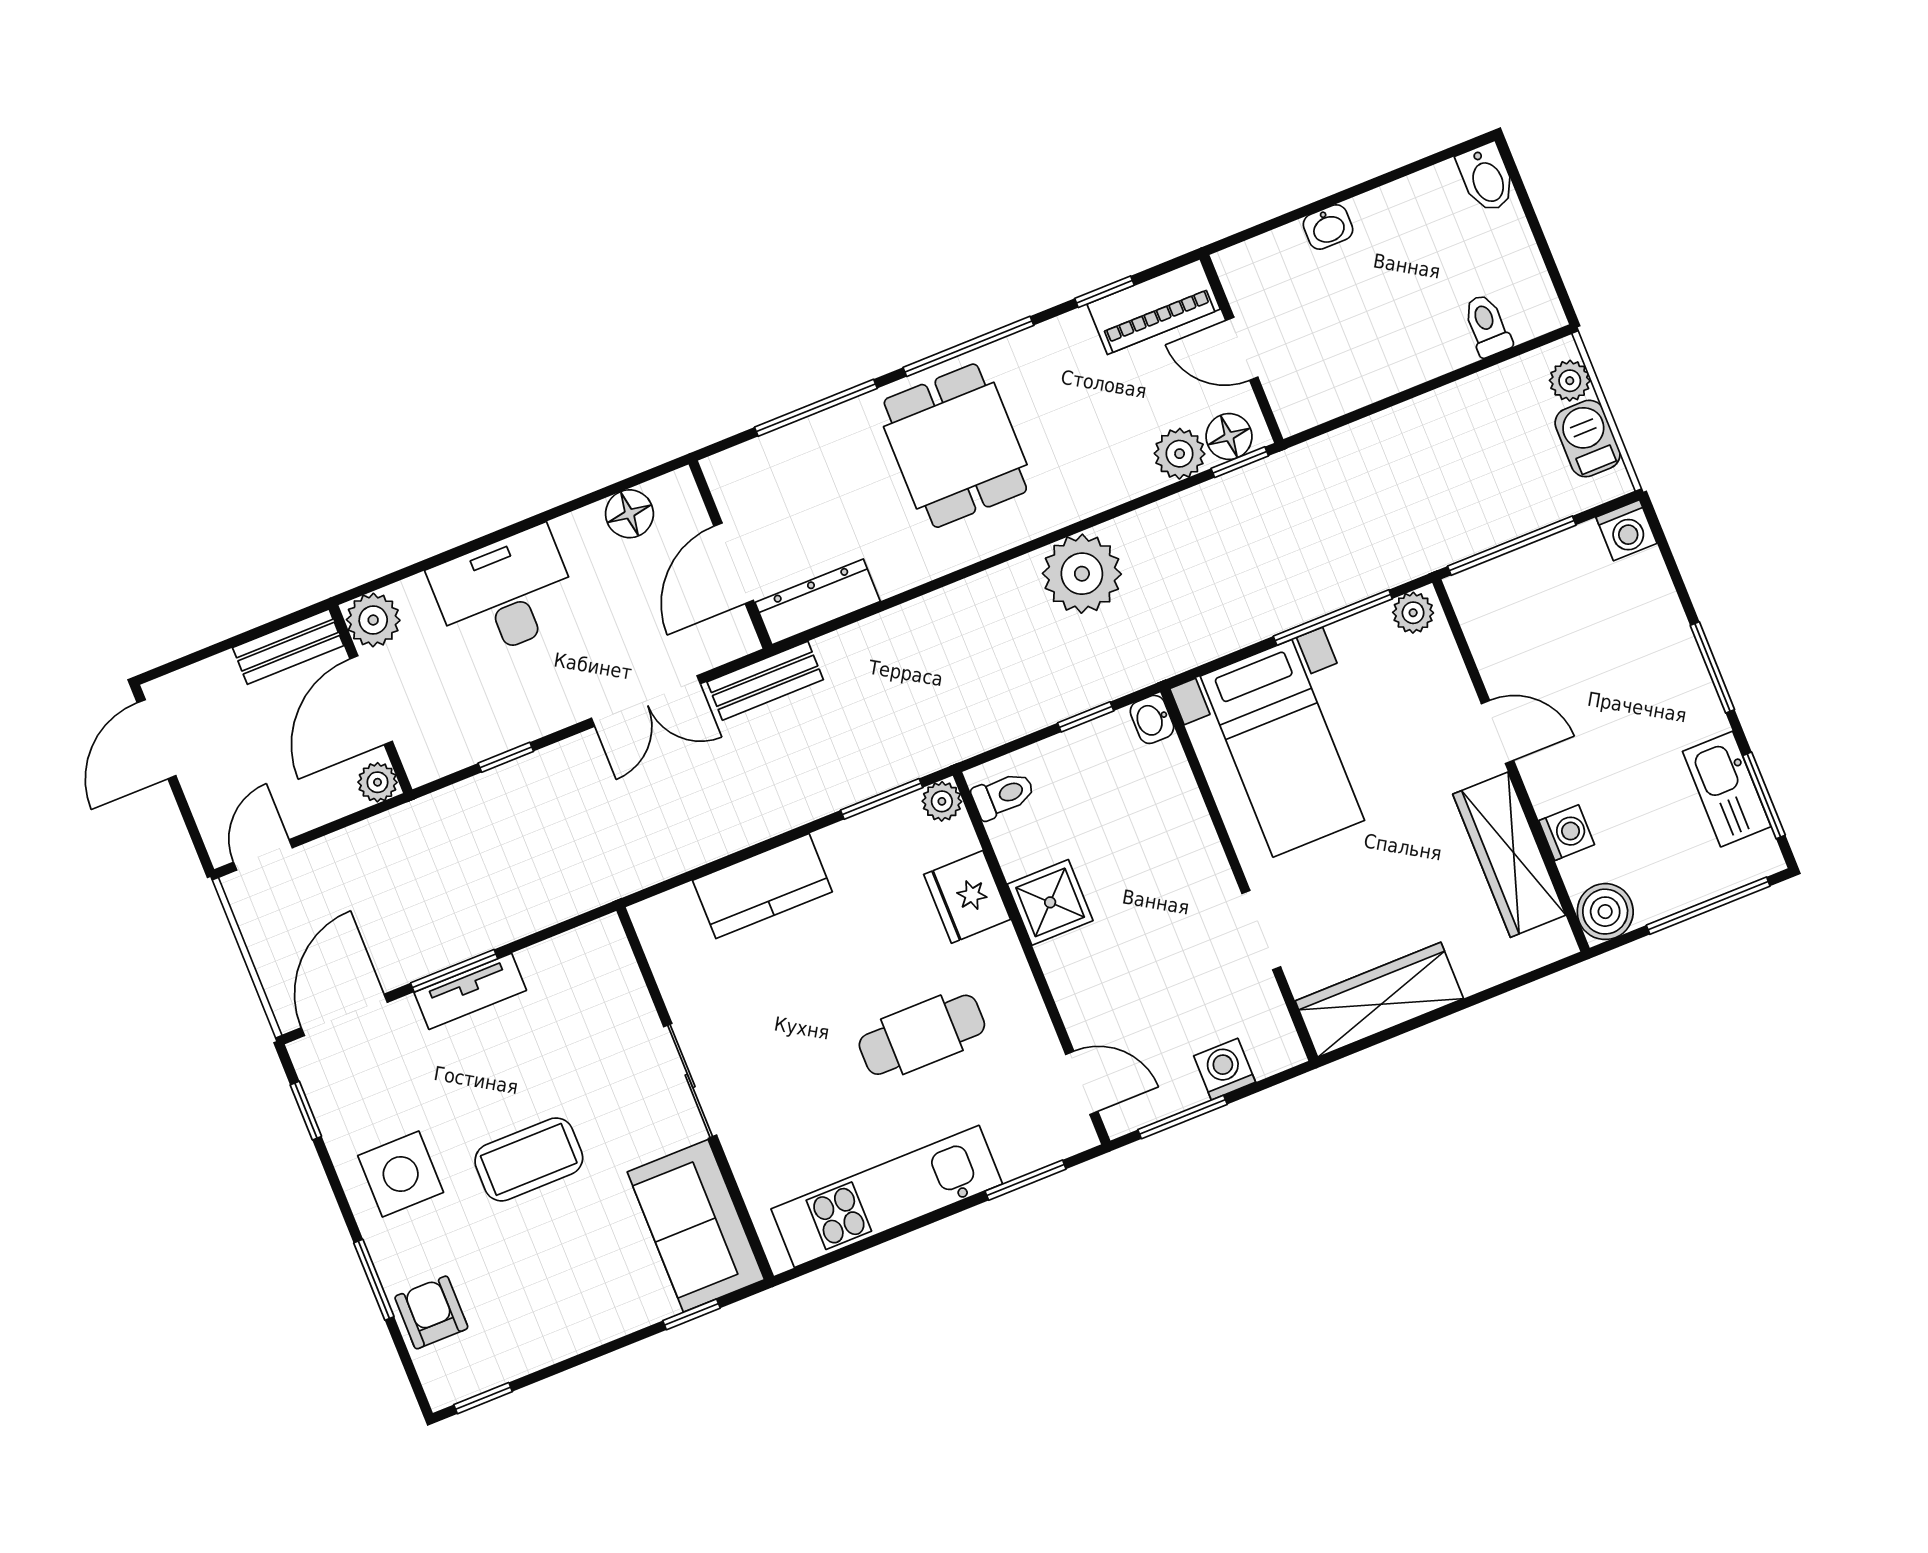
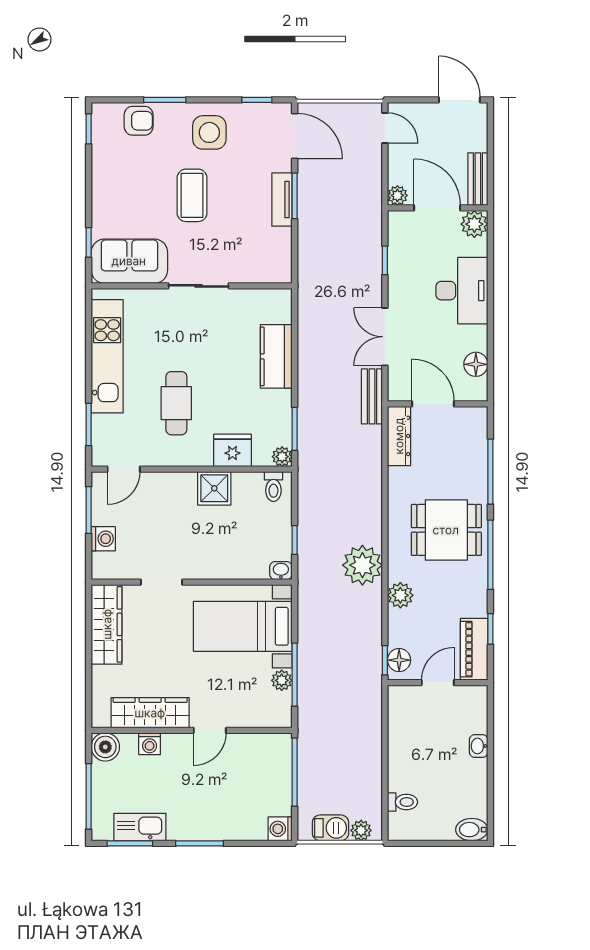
plant: (1180, 454) -> (400, 595), moved
plant: (1413, 613) -> (282, 680), moved

